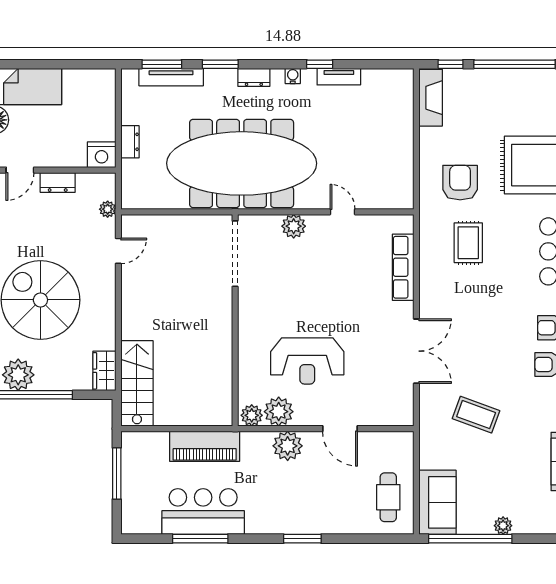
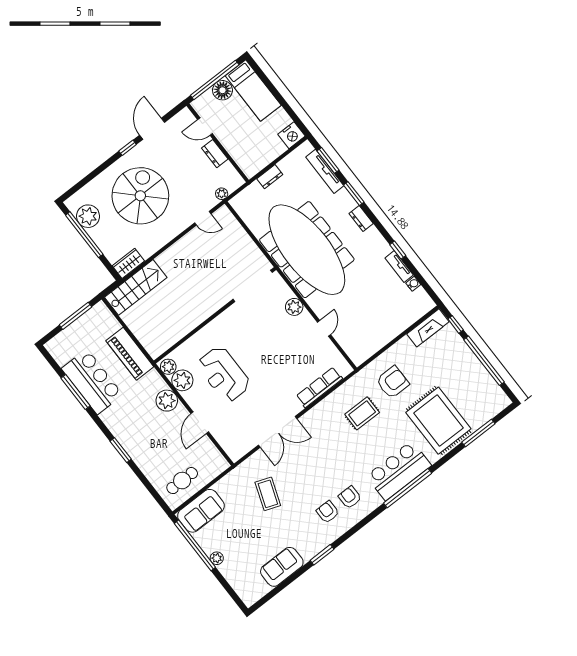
water cooler: (293, 76) -> (413, 284), moved
nightstand: (102, 155) -> (291, 135), moved, turned -90

